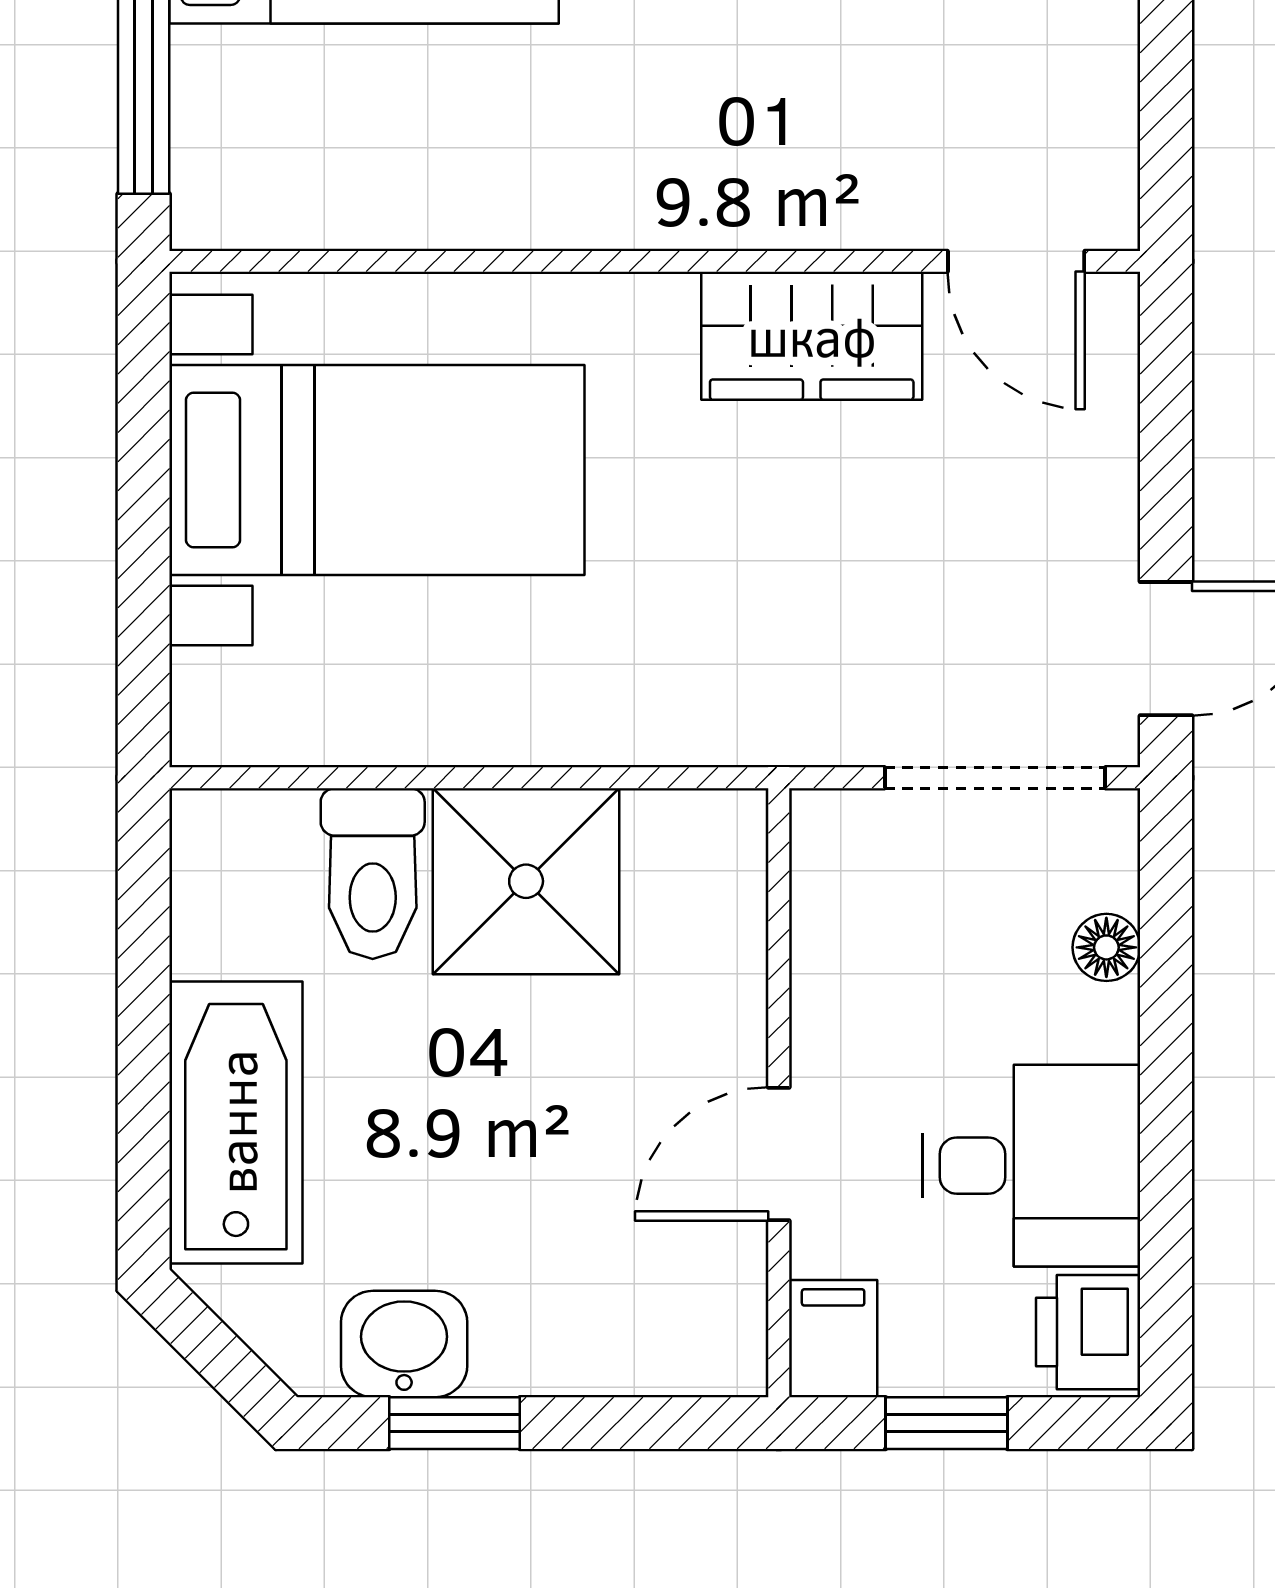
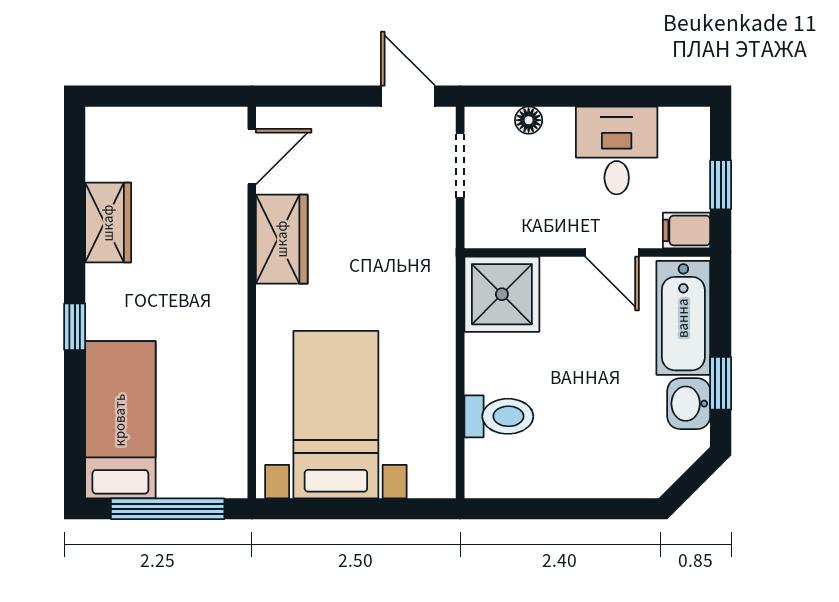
doorway: (995, 778) -> (460, 165), width x0.73
shower: (526, 881) -> (502, 294), moved
bathtub: (236, 1122) -> (683, 318), moved, turned -90
printer: (1088, 1332) -> (684, 128), removed

